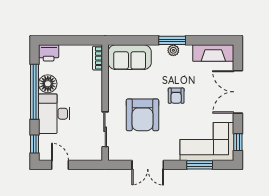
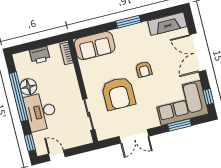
plant: (173, 50) -> (132, 30), removed
printer: (49, 53) -> (40, 55), moved

